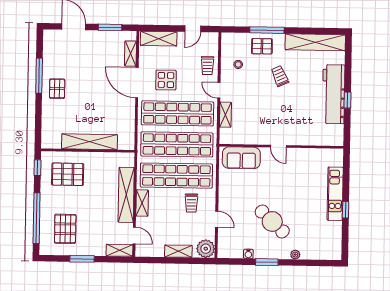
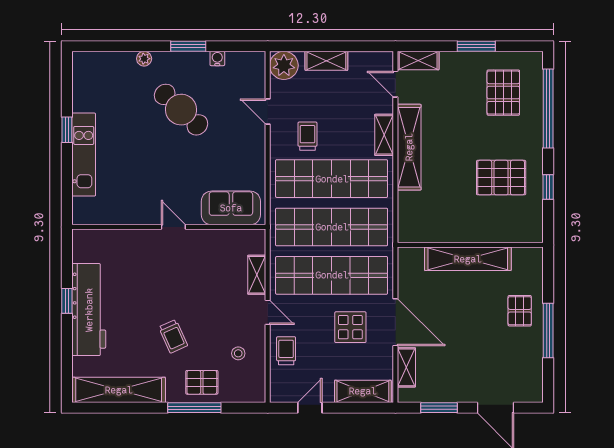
shelving: (90, 142) -> (468, 259), moved
wall: (88, 151) -> (470, 245), moved

